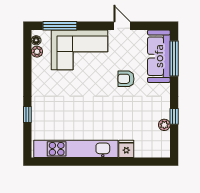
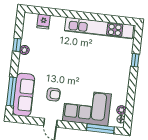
armchair: (126, 79) -> (53, 95), moved
plant: (164, 125) -> (24, 50), moved
fridge: (126, 149) -> (44, 21), moved

